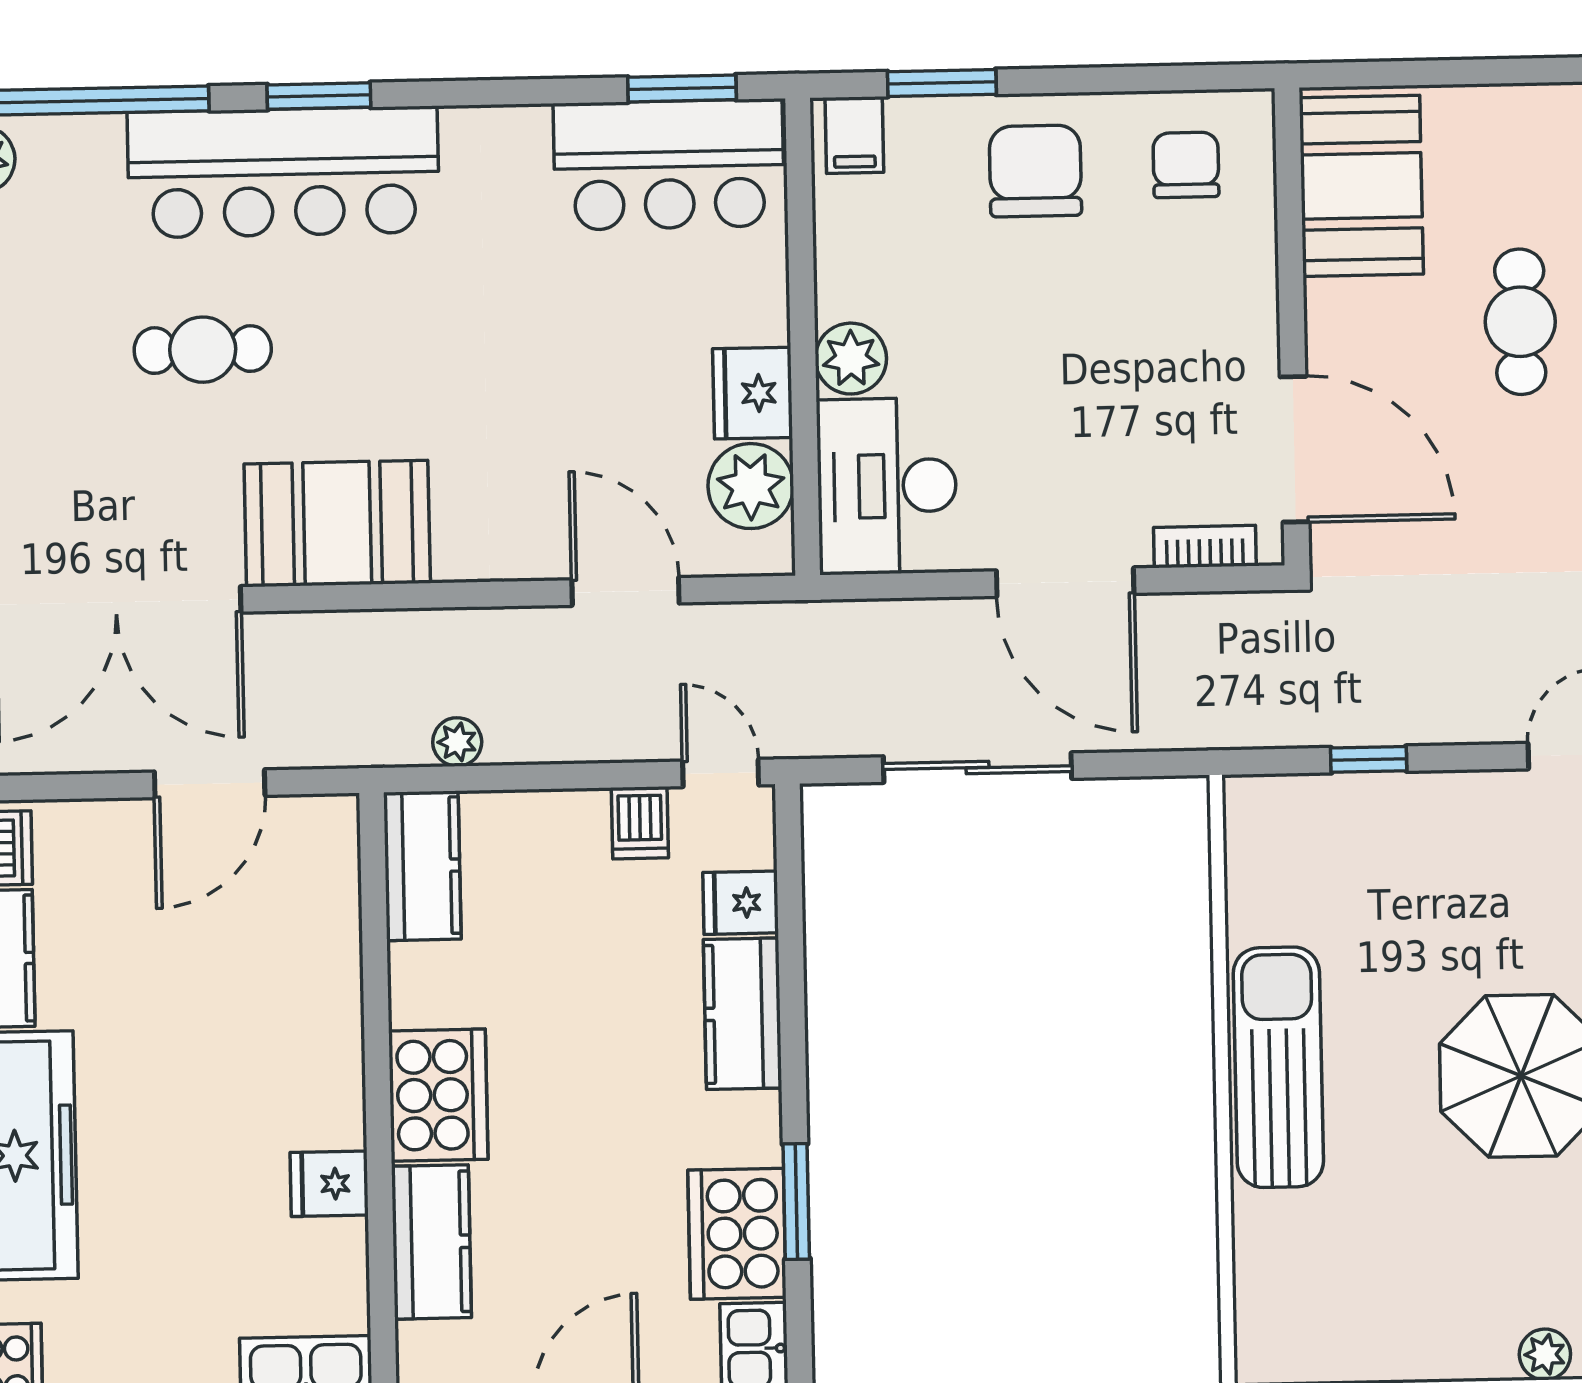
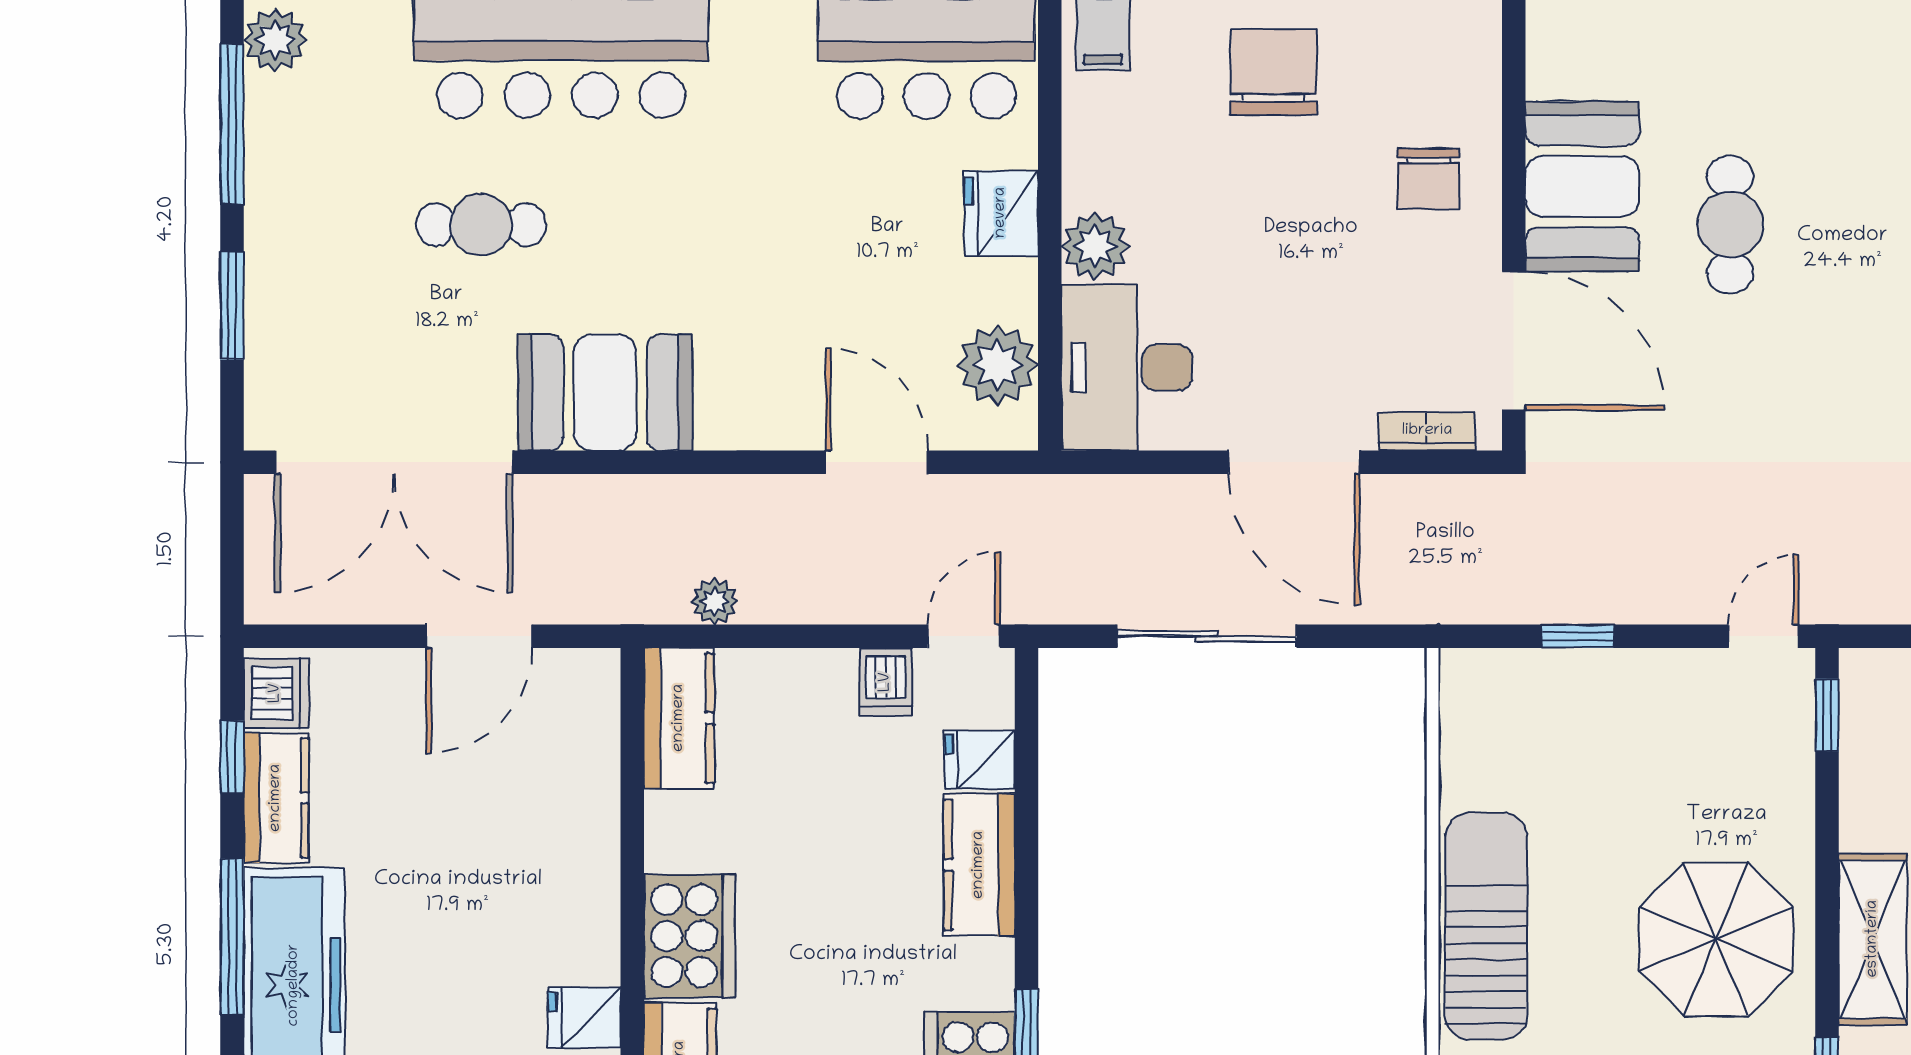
chair: (1186, 165) -> (1429, 179), moved, turned 180
booth: (1361, 186) -> (1582, 186), moved
fridge: (753, 393) -> (1001, 213), moved
door: (721, 773) -> (963, 636), hinge flipped

